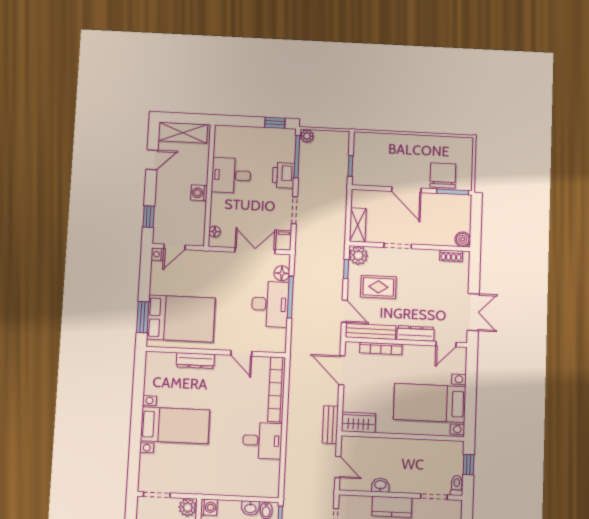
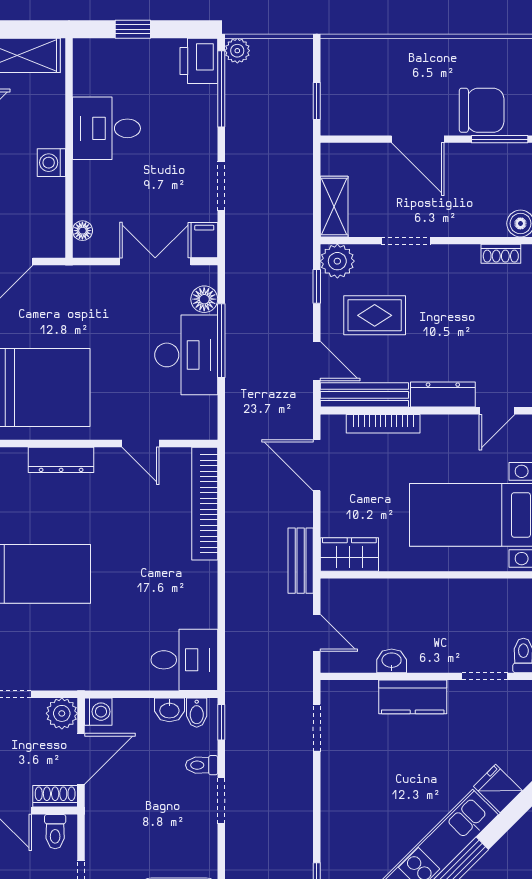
window: (275, 123) -> (133, 29), moved
printer: (283, 175) -> (199, 61), moved
chair: (443, 176) -> (482, 110), turned 90
desk: (262, 441) -> (184, 660), moved

